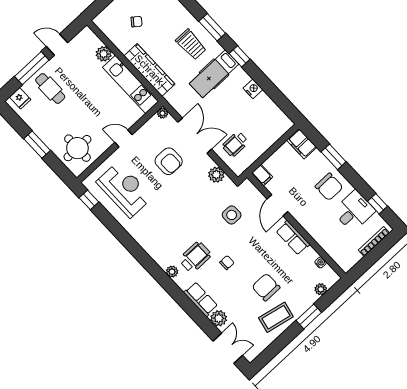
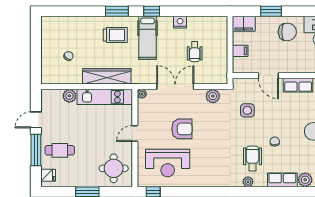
wheelchair: (235, 144) -> (195, 52), moved
armchair: (169, 161) -> (182, 129), moved
filing cabinet: (262, 175) -> (240, 51), moved
reception desk: (124, 189) -> (168, 163), turned 180

